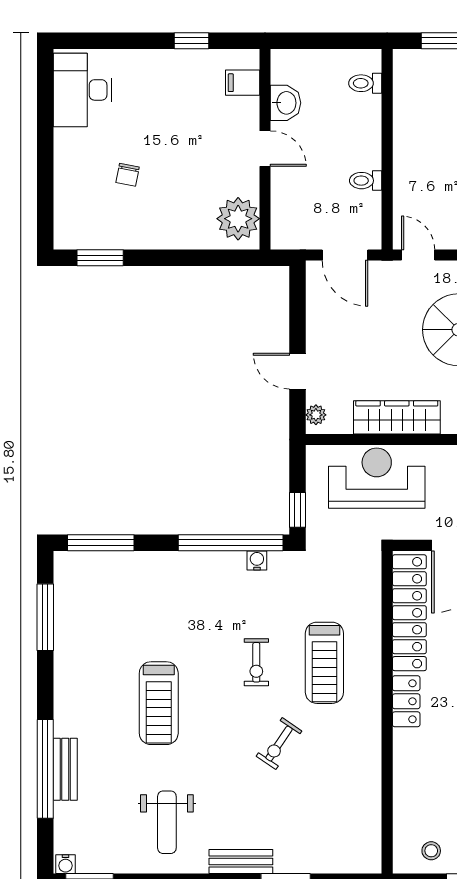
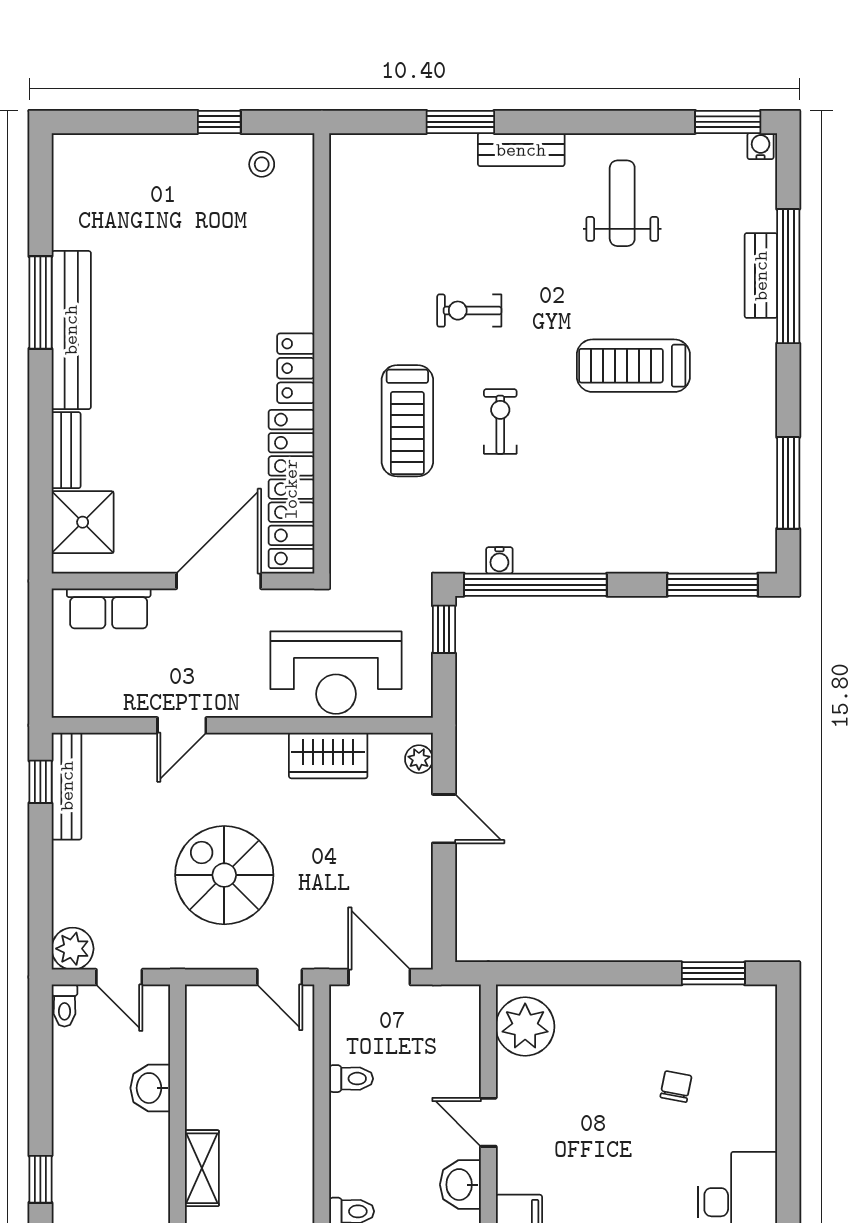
wardrobe: (397, 417) -> (328, 755), width x0.67
treadmill: (324, 663) -> (407, 421), turned 180
treadmill: (159, 703) -> (633, 366), turned -90
exercise bike: (279, 744) -> (469, 311), turned -124

